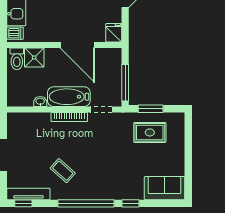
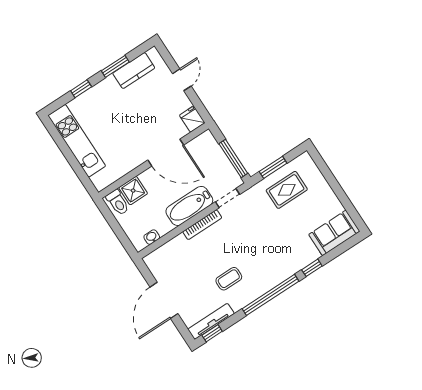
dishwasher: (15, 33) -> (100, 180), removed
washbasin: (40, 102) -> (152, 237), moved
coffee table: (63, 171) -> (229, 279), turned -42

